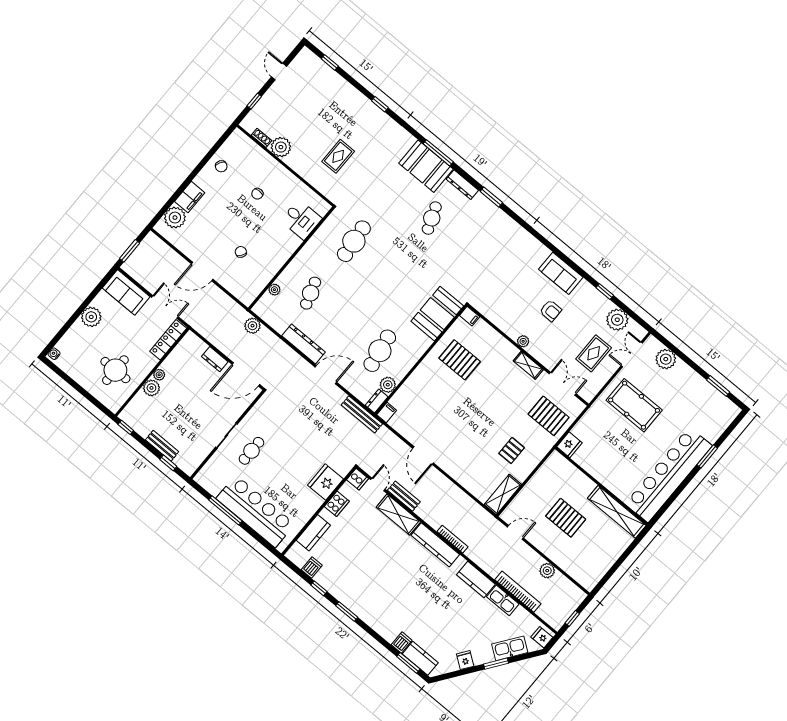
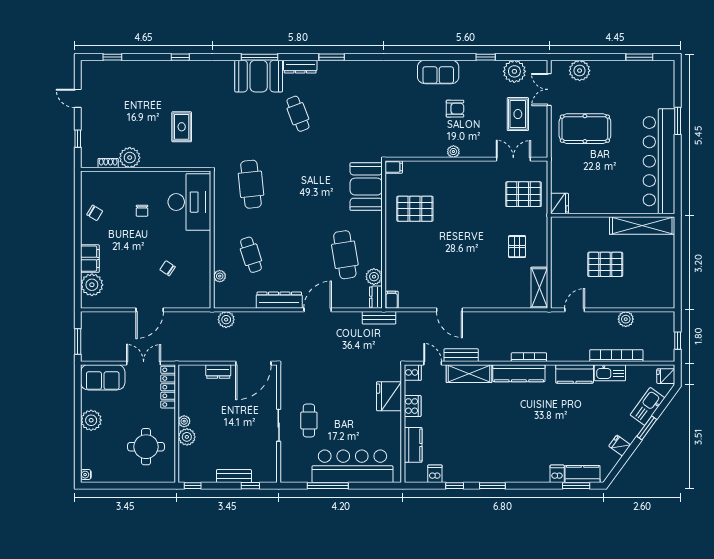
desk: (301, 220) -> (189, 202), width x1.87, depth x1.30
shelving: (528, 365) -> (473, 167), removed
bench: (362, 414) -> (379, 318), width x0.73

